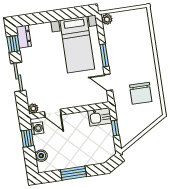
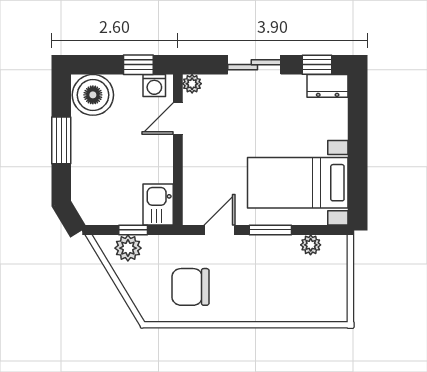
plant: (107, 19) -> (311, 245), moved
plant: (125, 129) -> (128, 248), added
boiler: (41, 156) -> (93, 95), width x1.86, depth x1.86

